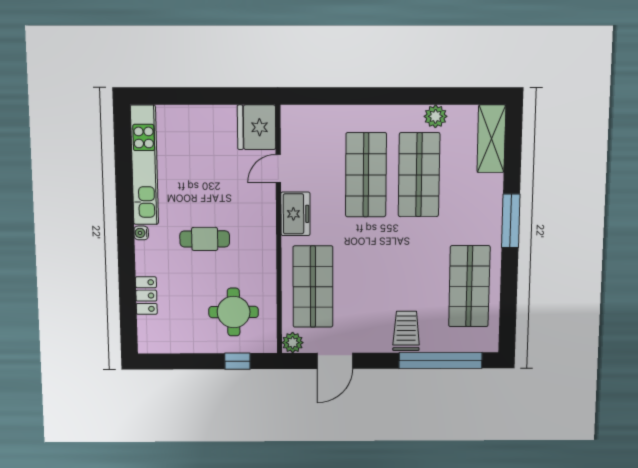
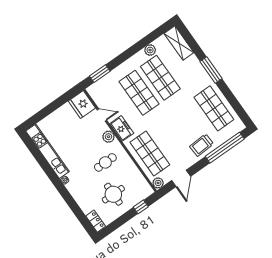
window: (323, 96) -> (100, 74), added
door: (278, 169) -> (102, 115), swing flipped
plant: (264, 212) -> (109, 137), added
cafe table: (205, 239) -> (105, 162), moved
locker: (146, 296) -> (96, 221), moved
round table: (234, 312) -> (113, 194), moved
trolley: (406, 331) -> (202, 145), turned -93

